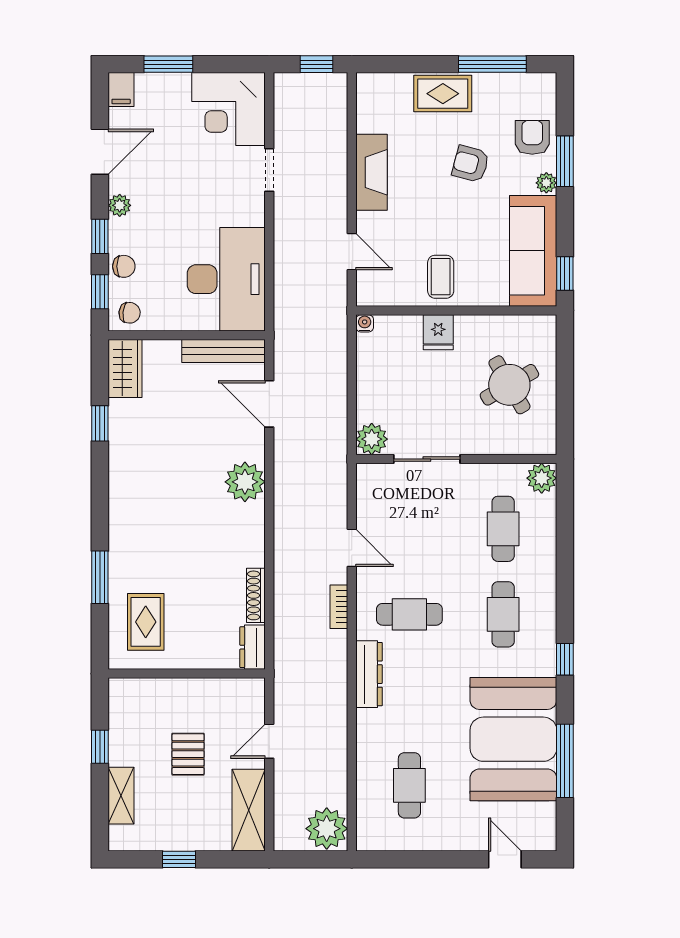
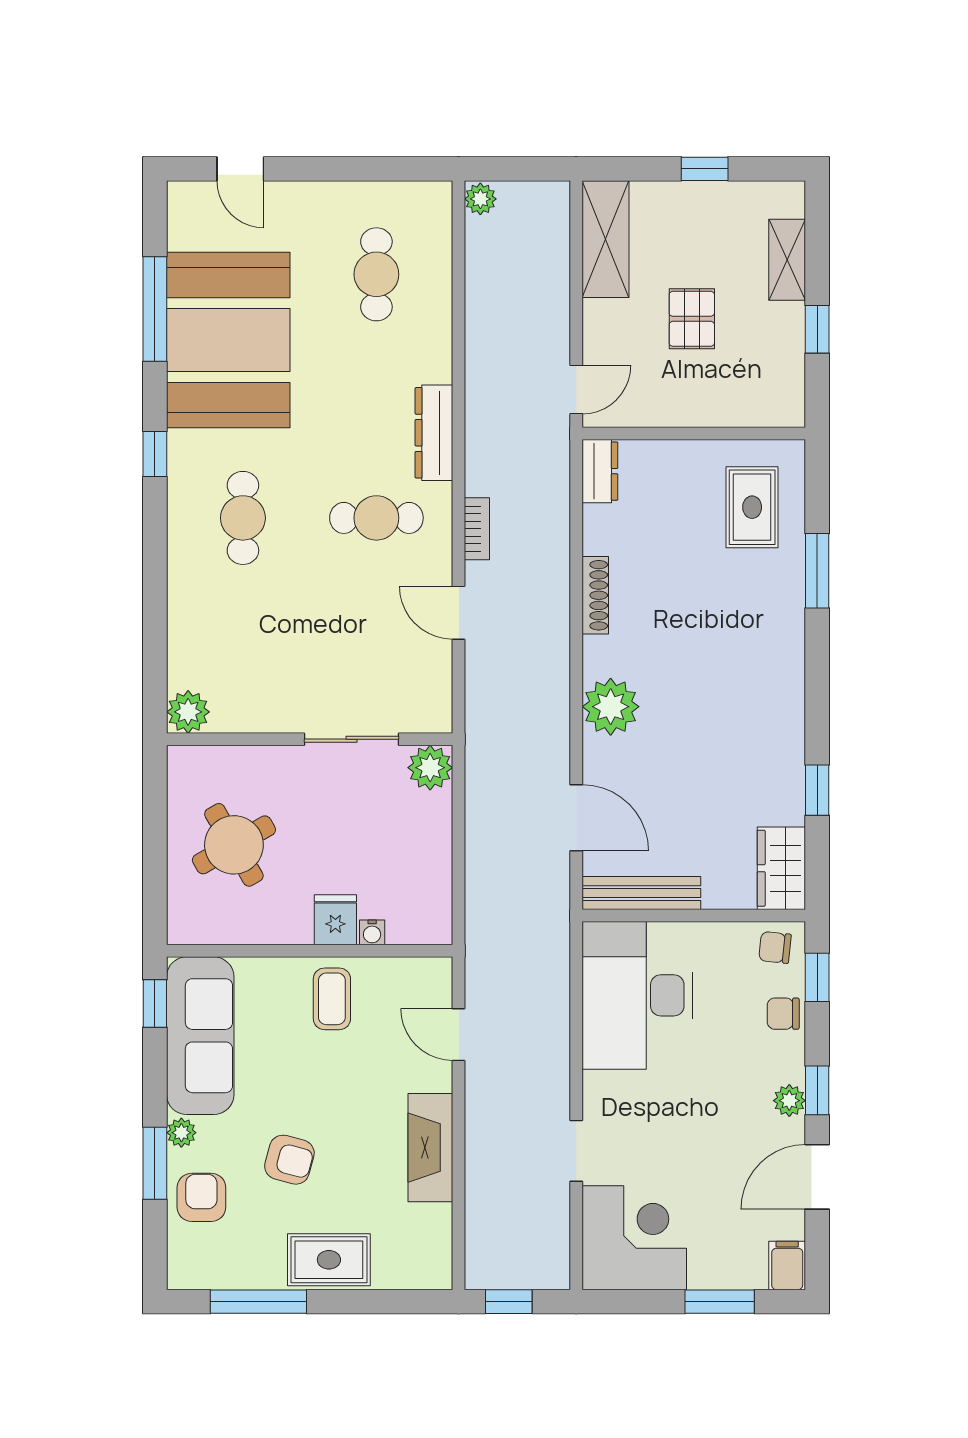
armchair: (532, 137) -> (201, 1197), turned 180
window: (100, 236) -> (817, 1090), moved
water cooler: (365, 323) -> (372, 932), moved
cafe table: (503, 529) -> (243, 640), removed
shoe rack: (256, 595) -> (595, 595), moved
door: (269, 741) -> (576, 389), moved
plant: (327, 829) -> (480, 199), width x0.53, depth x0.53

